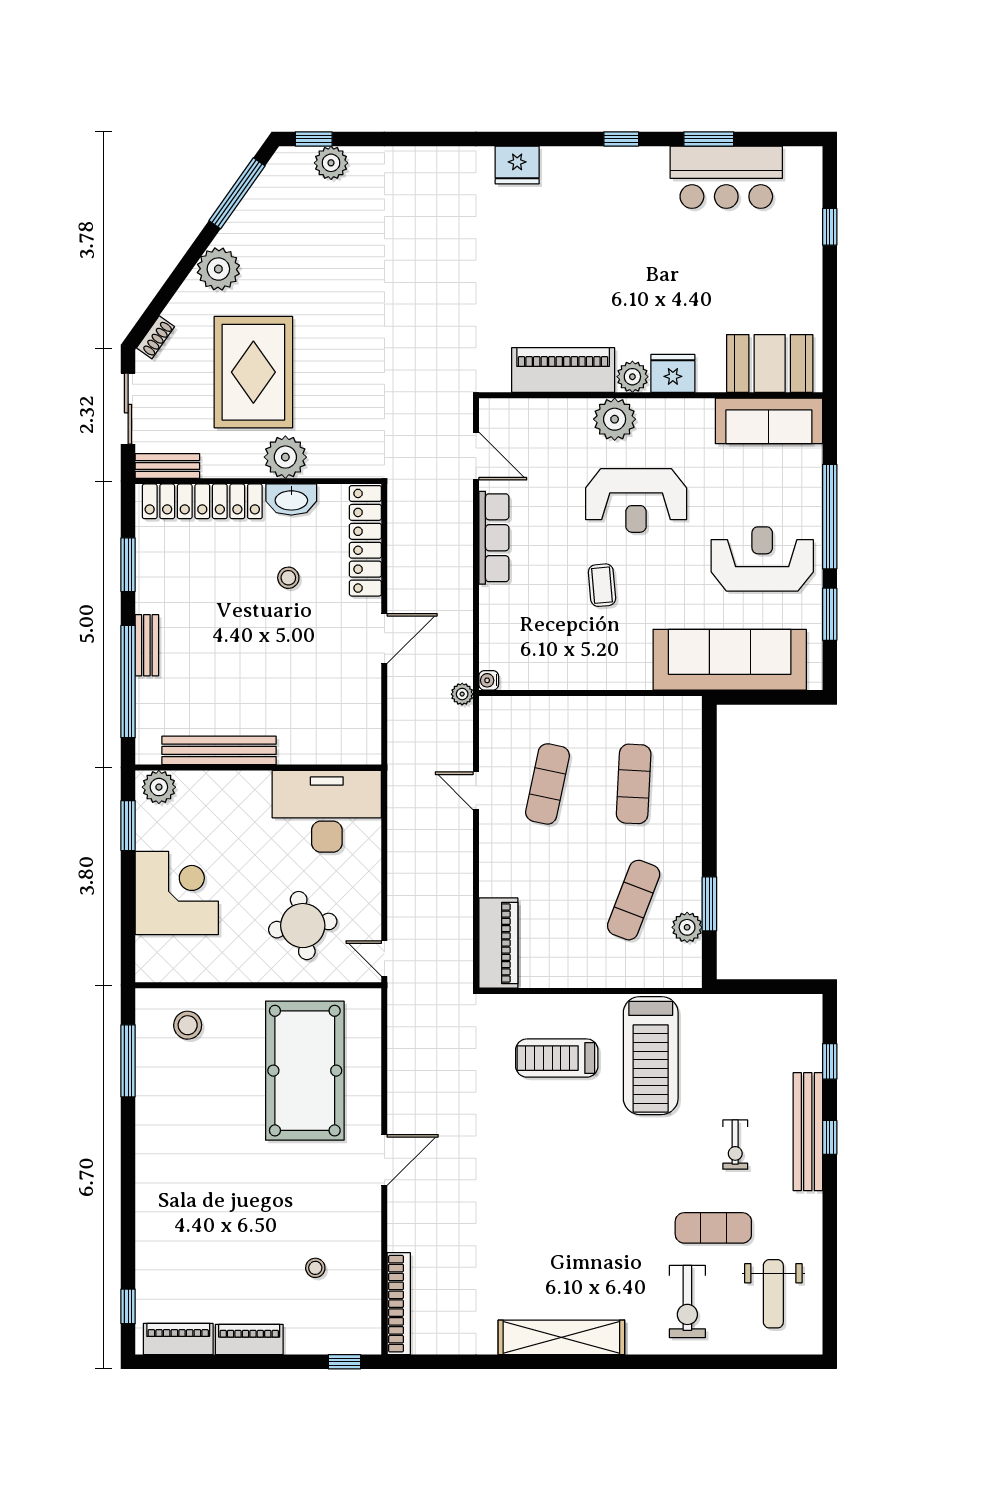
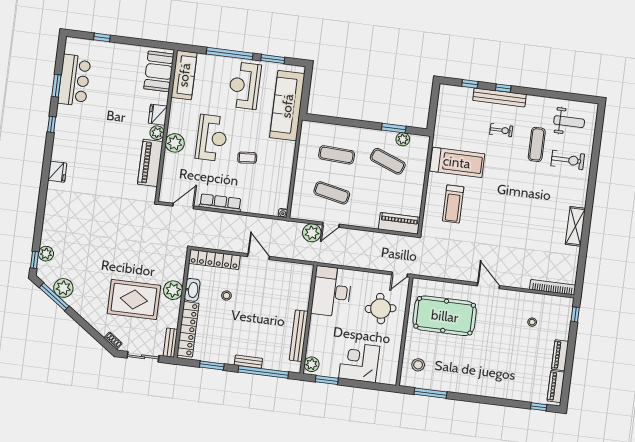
plant: (218, 269) -> (63, 288), moved
plant: (462, 694) -> (312, 233), moved, width x1.88, depth x1.88
shelving: (561, 1337) -> (575, 226), width x0.68

